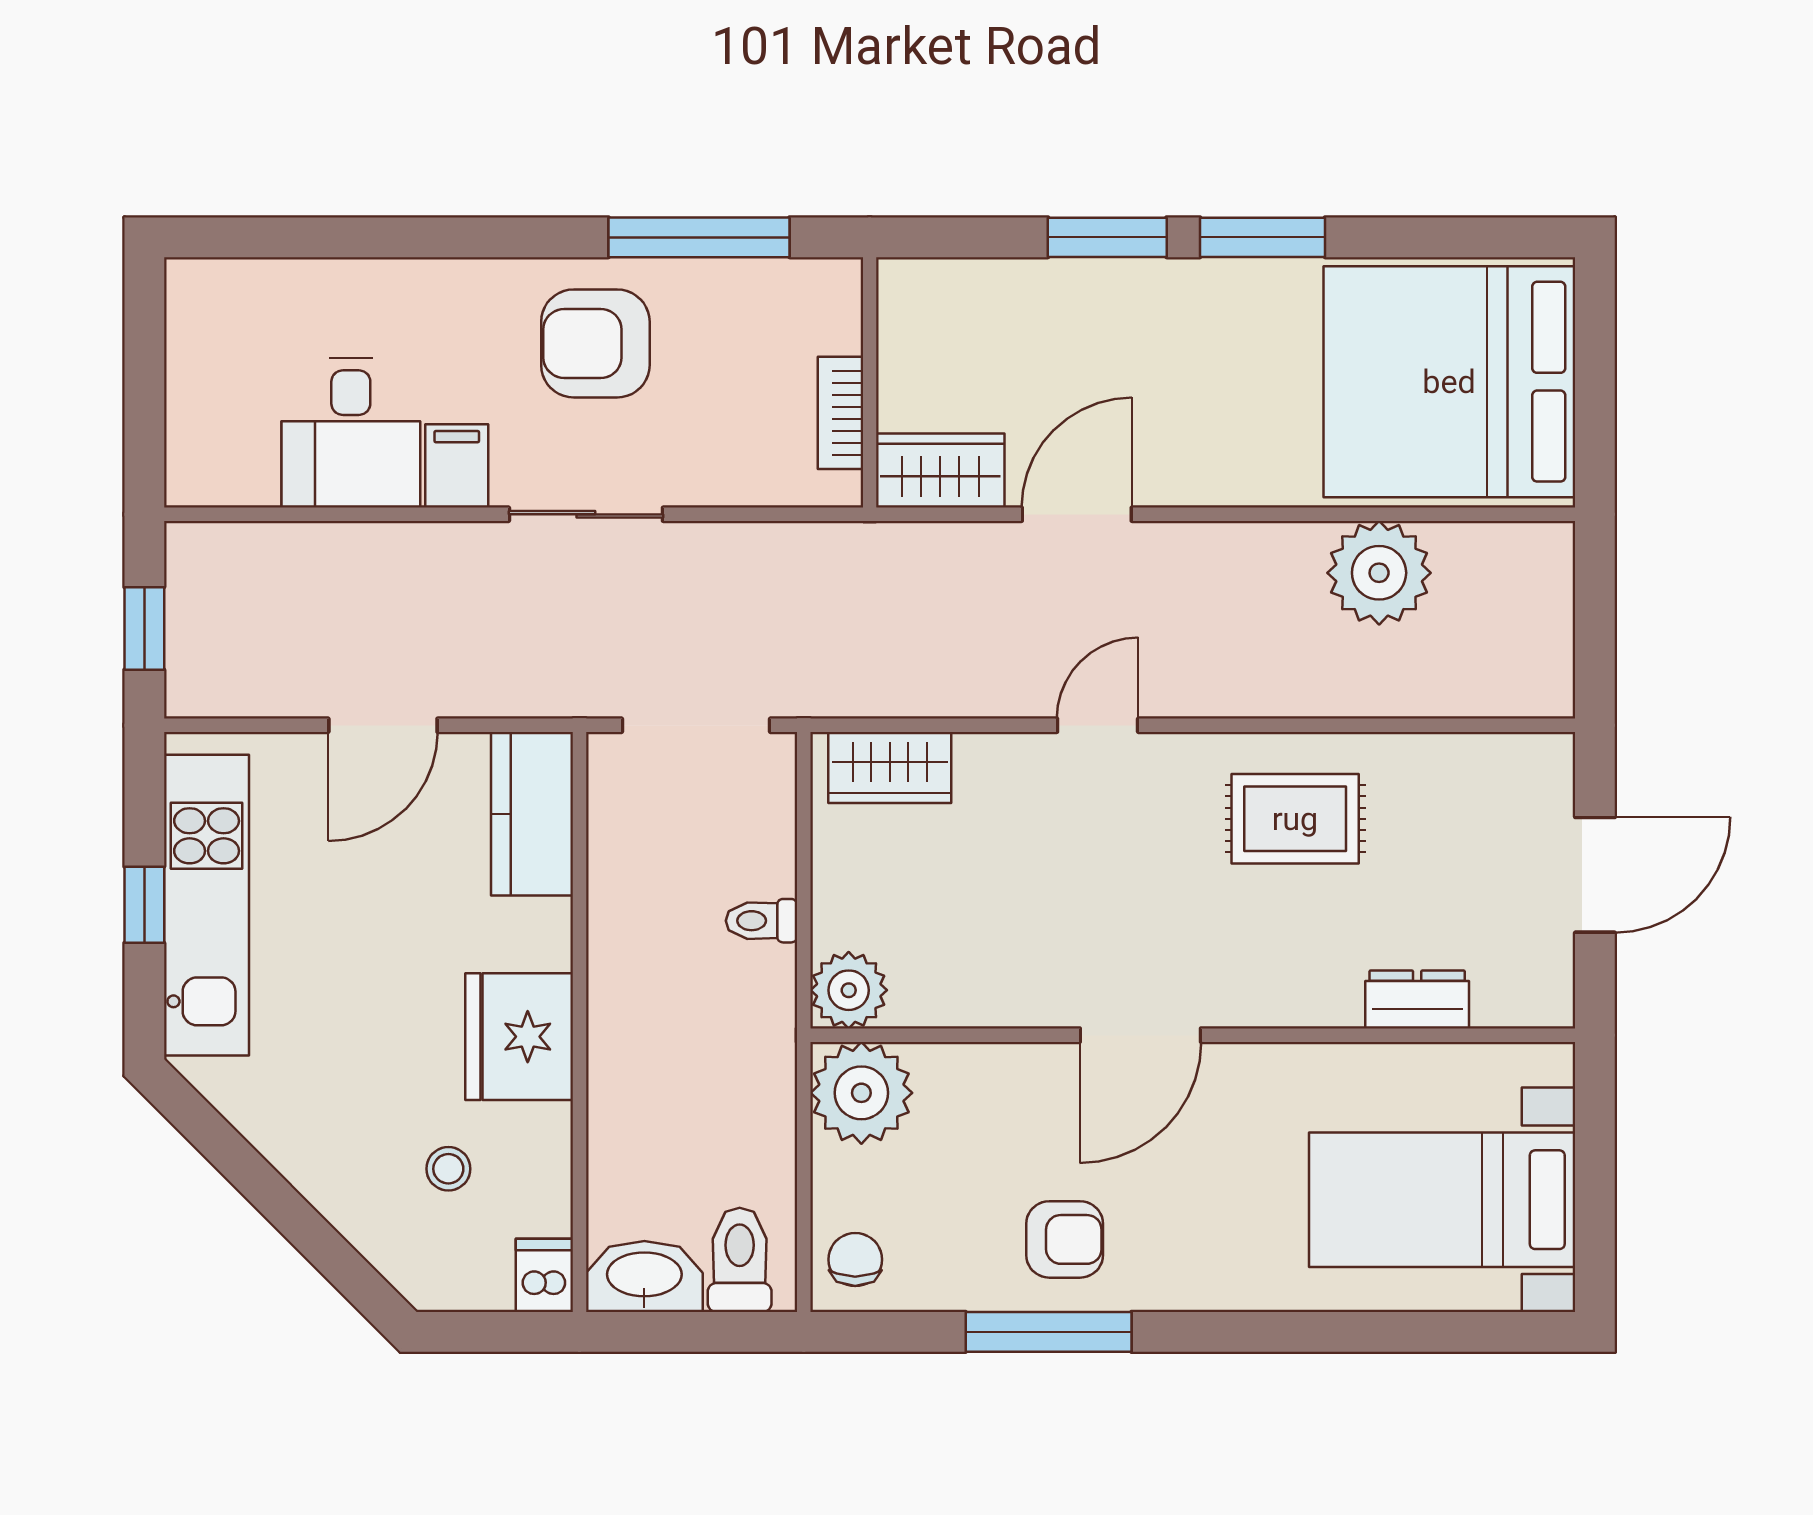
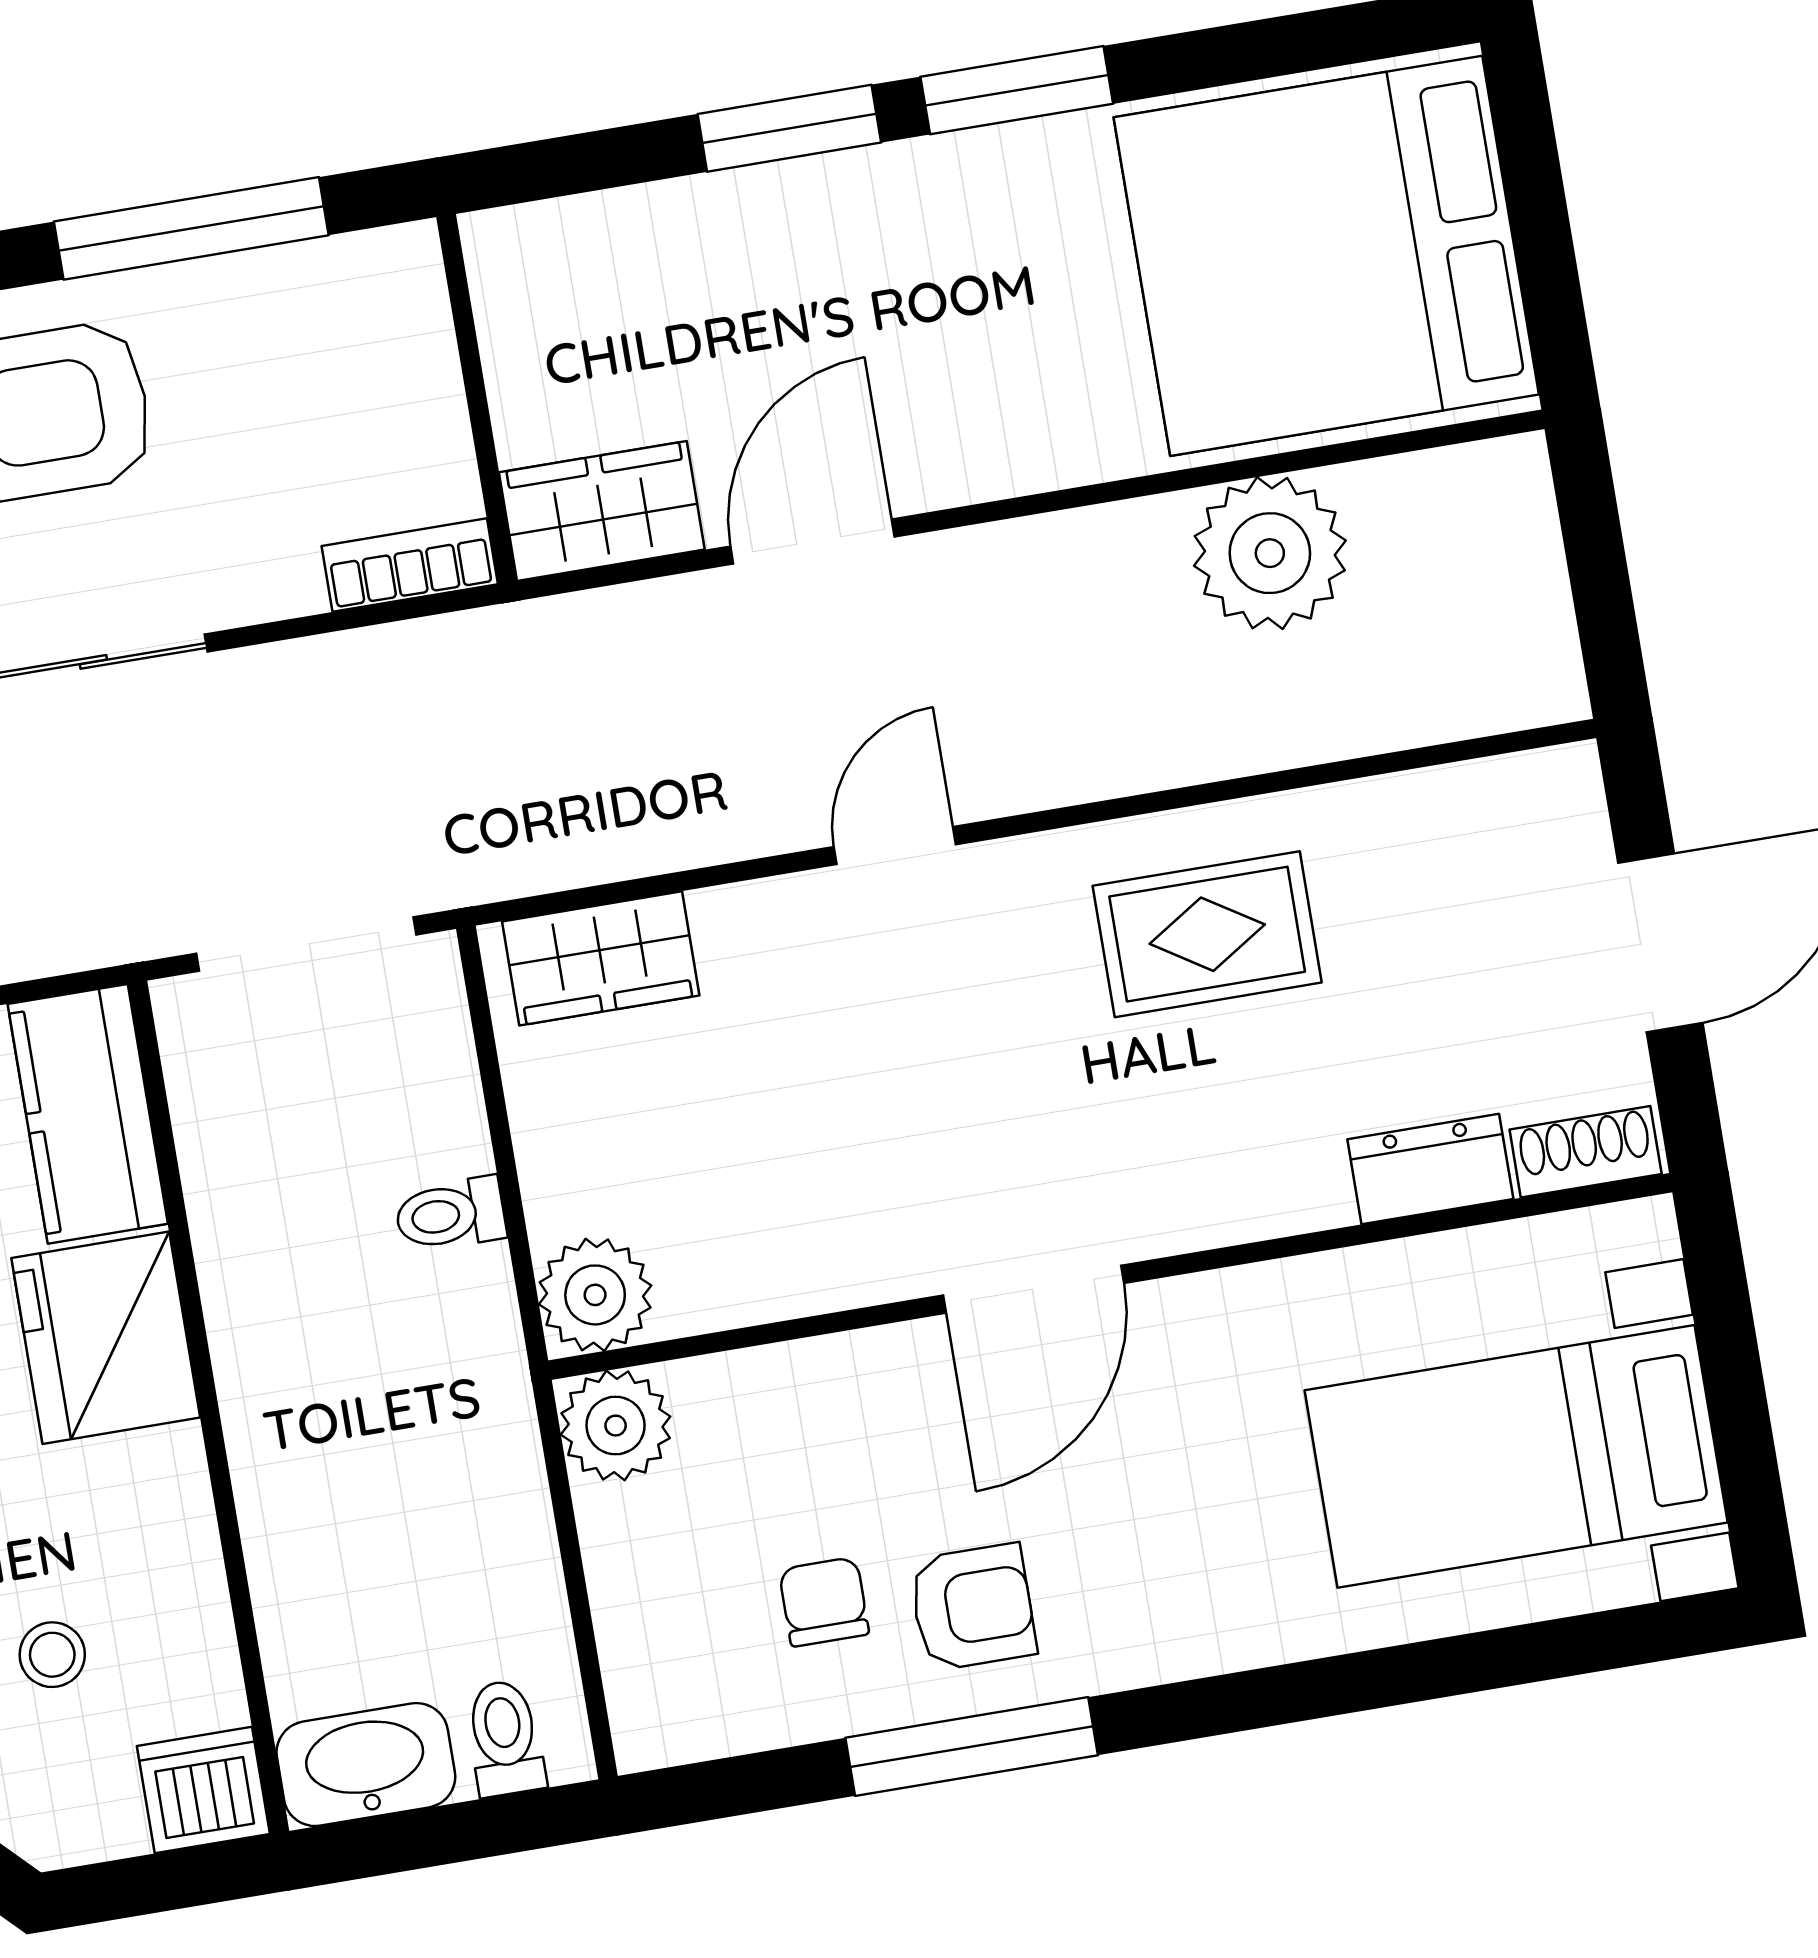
bookcase: (841, 413) -> (410, 565), moved, turned 90
shoe rack: (1522, 1005) -> (1586, 1152), added
fridge: (519, 1037) -> (106, 1338), moved
plant: (861, 1093) -> (616, 1426), width x0.73, depth x0.73
toilet: (740, 1260) -> (505, 1738), width x0.73, depth x0.72
chair: (855, 1260) -> (824, 1602), moved
dishwasher: (544, 1275) -> (203, 1790), width x1.38

